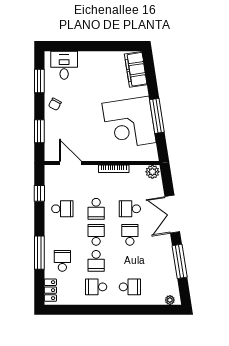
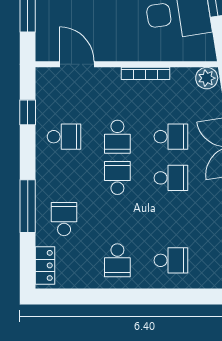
school desk: (130, 209) -> (171, 137), turned 180
school desk: (130, 235) -> (171, 178), turned 90
school desk: (96, 261) -> (117, 219), removed
school desk: (96, 287) -> (117, 260), turned -90

